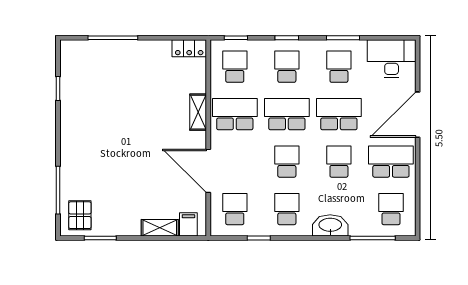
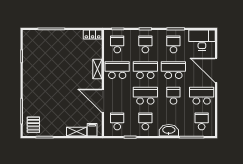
door: (418, 115) -> (216, 70), hinge flipped
school desk: (287, 162) -> (145, 96), width x1.85

